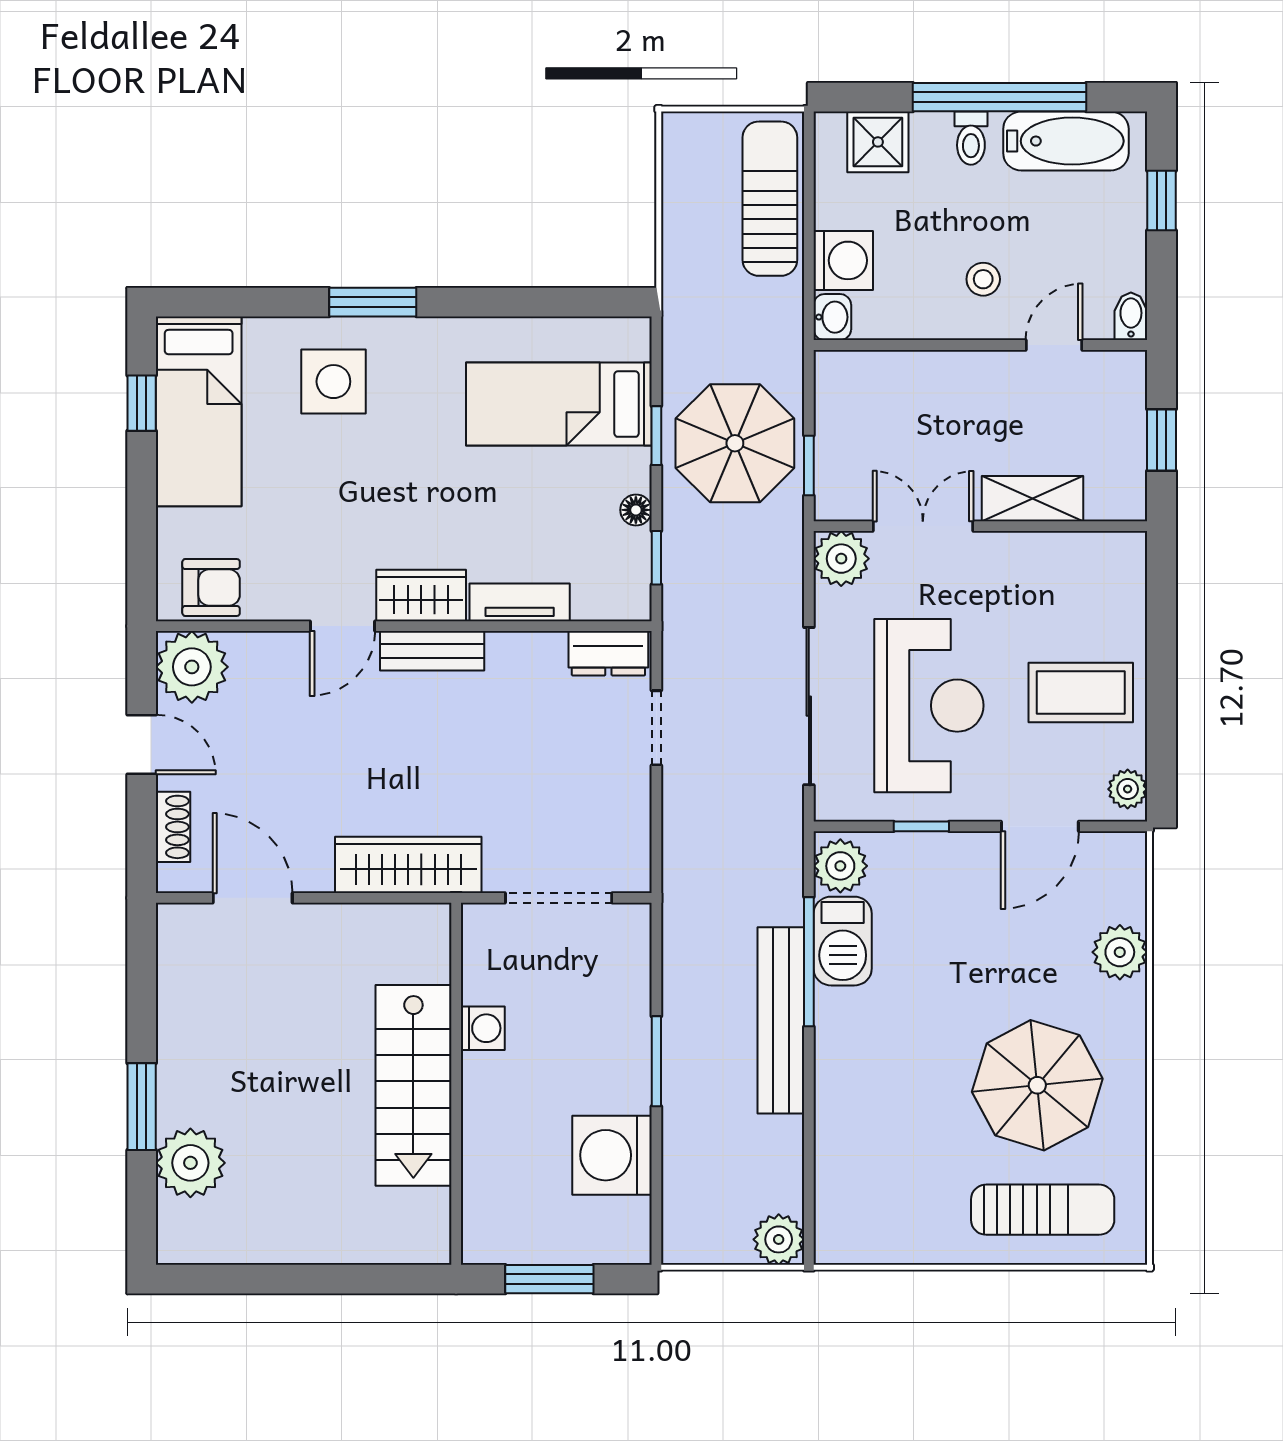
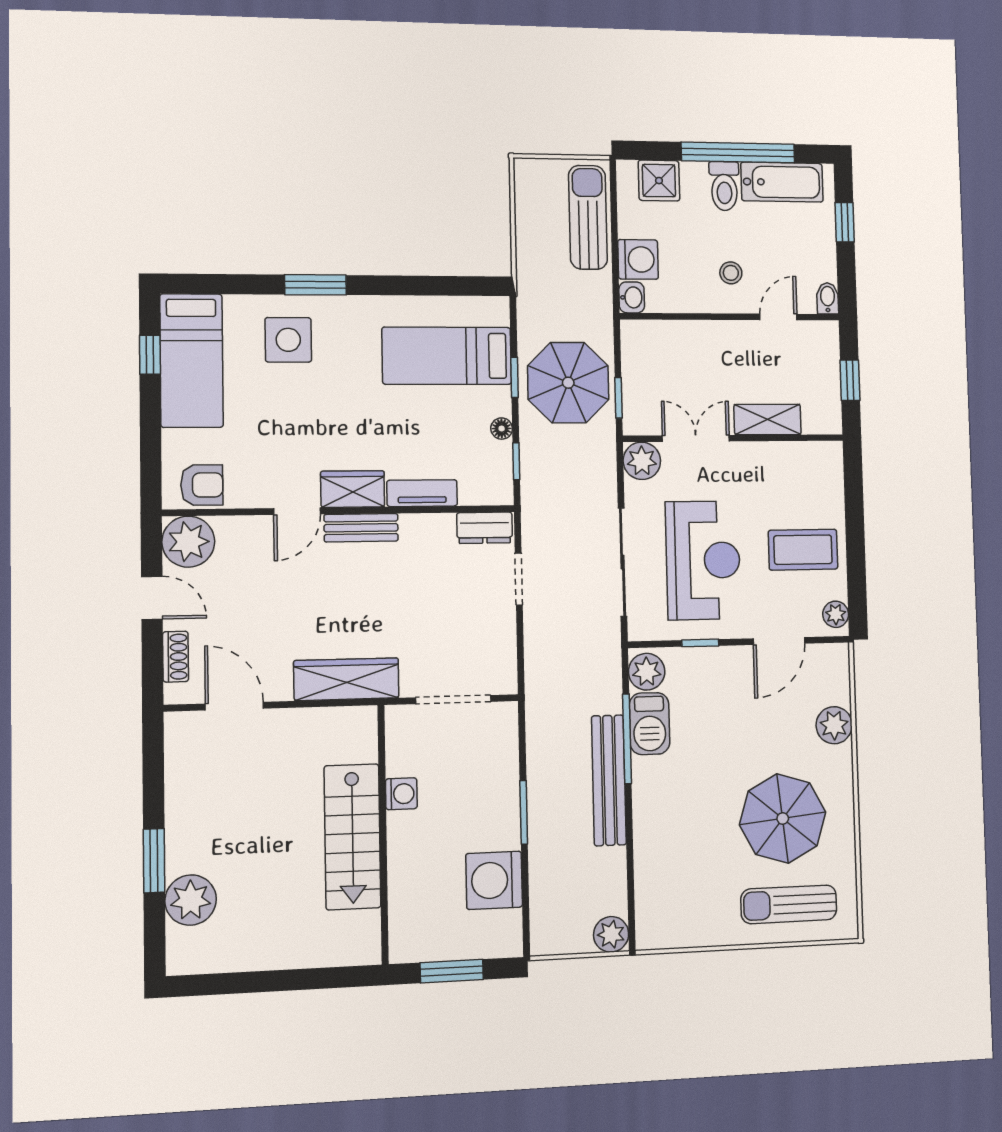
toilet: (971, 138) -> (724, 186), width x1.37, depth x1.39
sun lounger: (1043, 1210) -> (789, 904), turned 180

